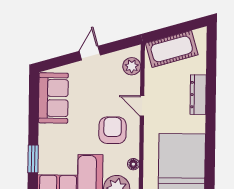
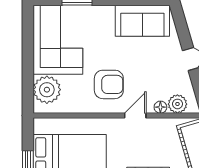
floor lamp: (133, 164) -> (160, 107), moved

